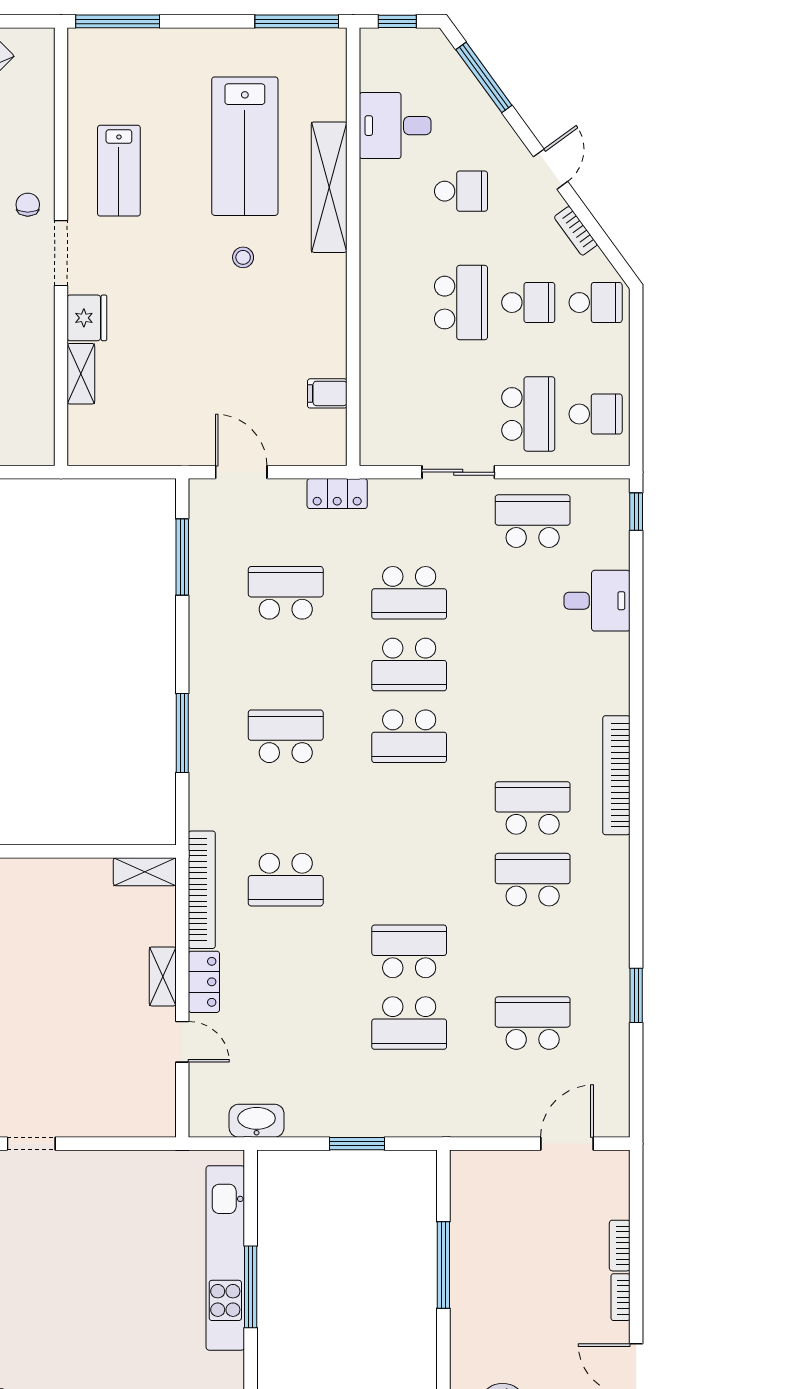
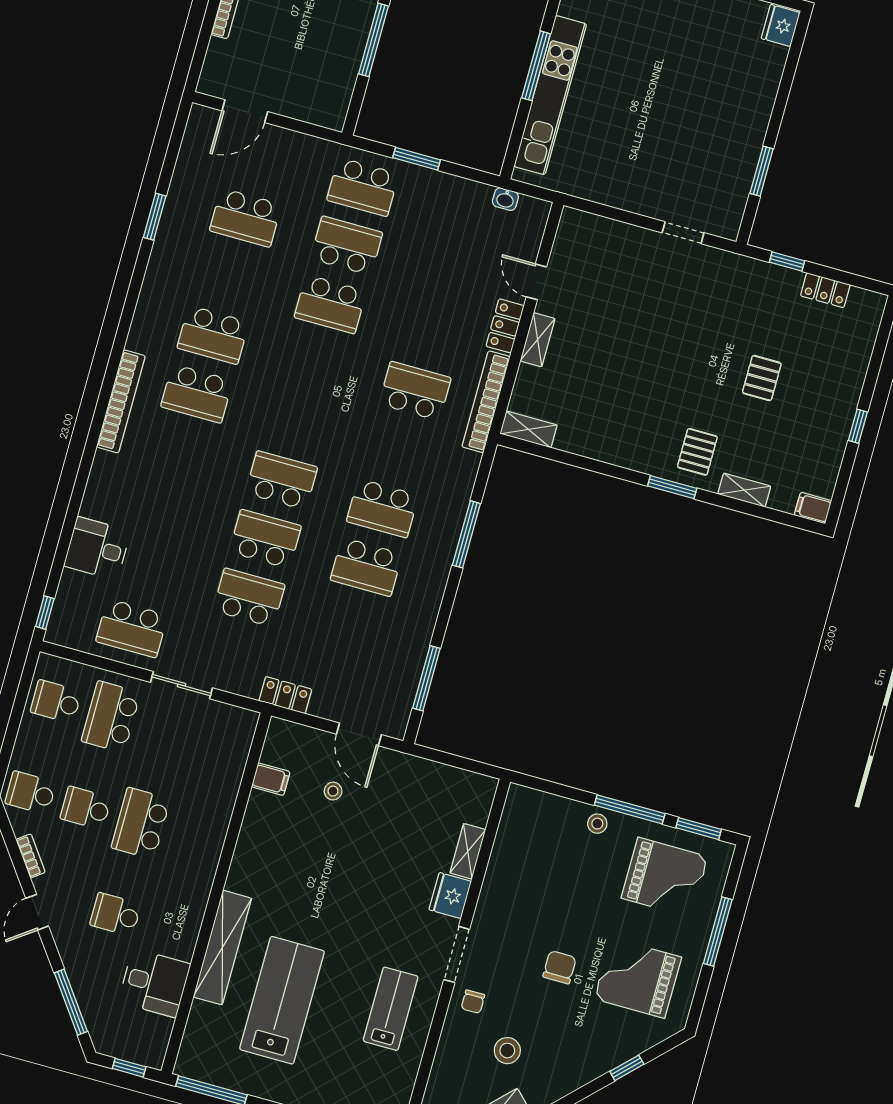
stool: (243, 257) -> (333, 791), moved
school desk: (286, 593) -> (366, 567), moved
school desk: (409, 1095) -> (363, 187), added
washbasin: (257, 1121) -> (505, 199), width x0.52, depth x0.69

